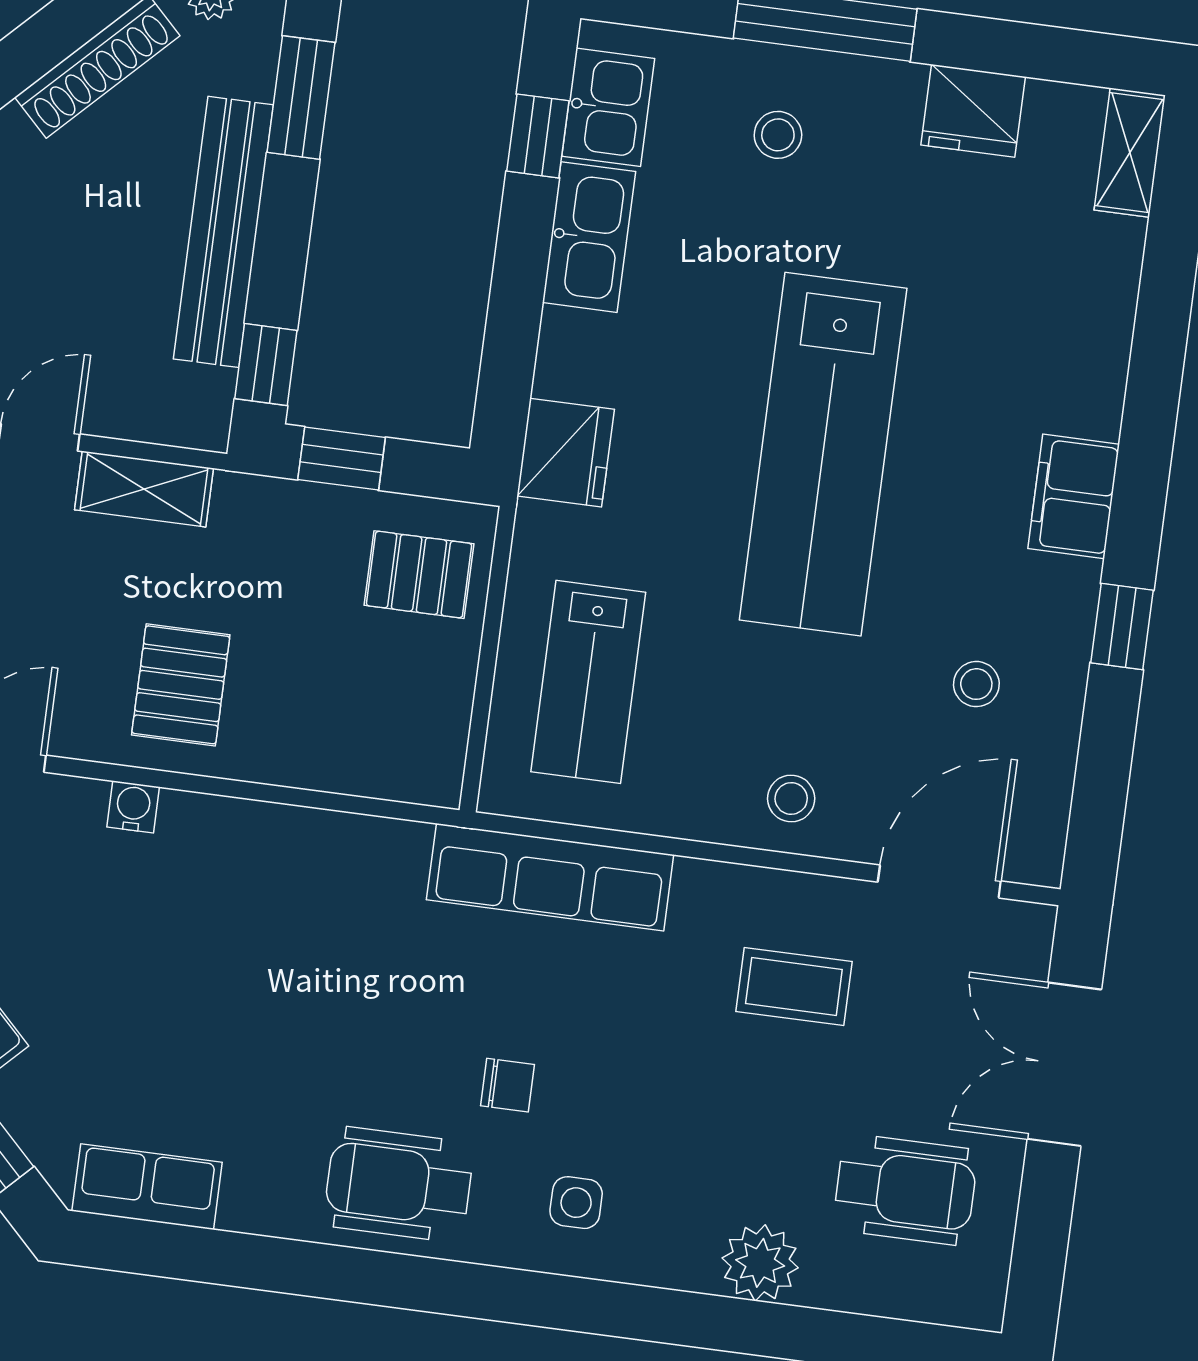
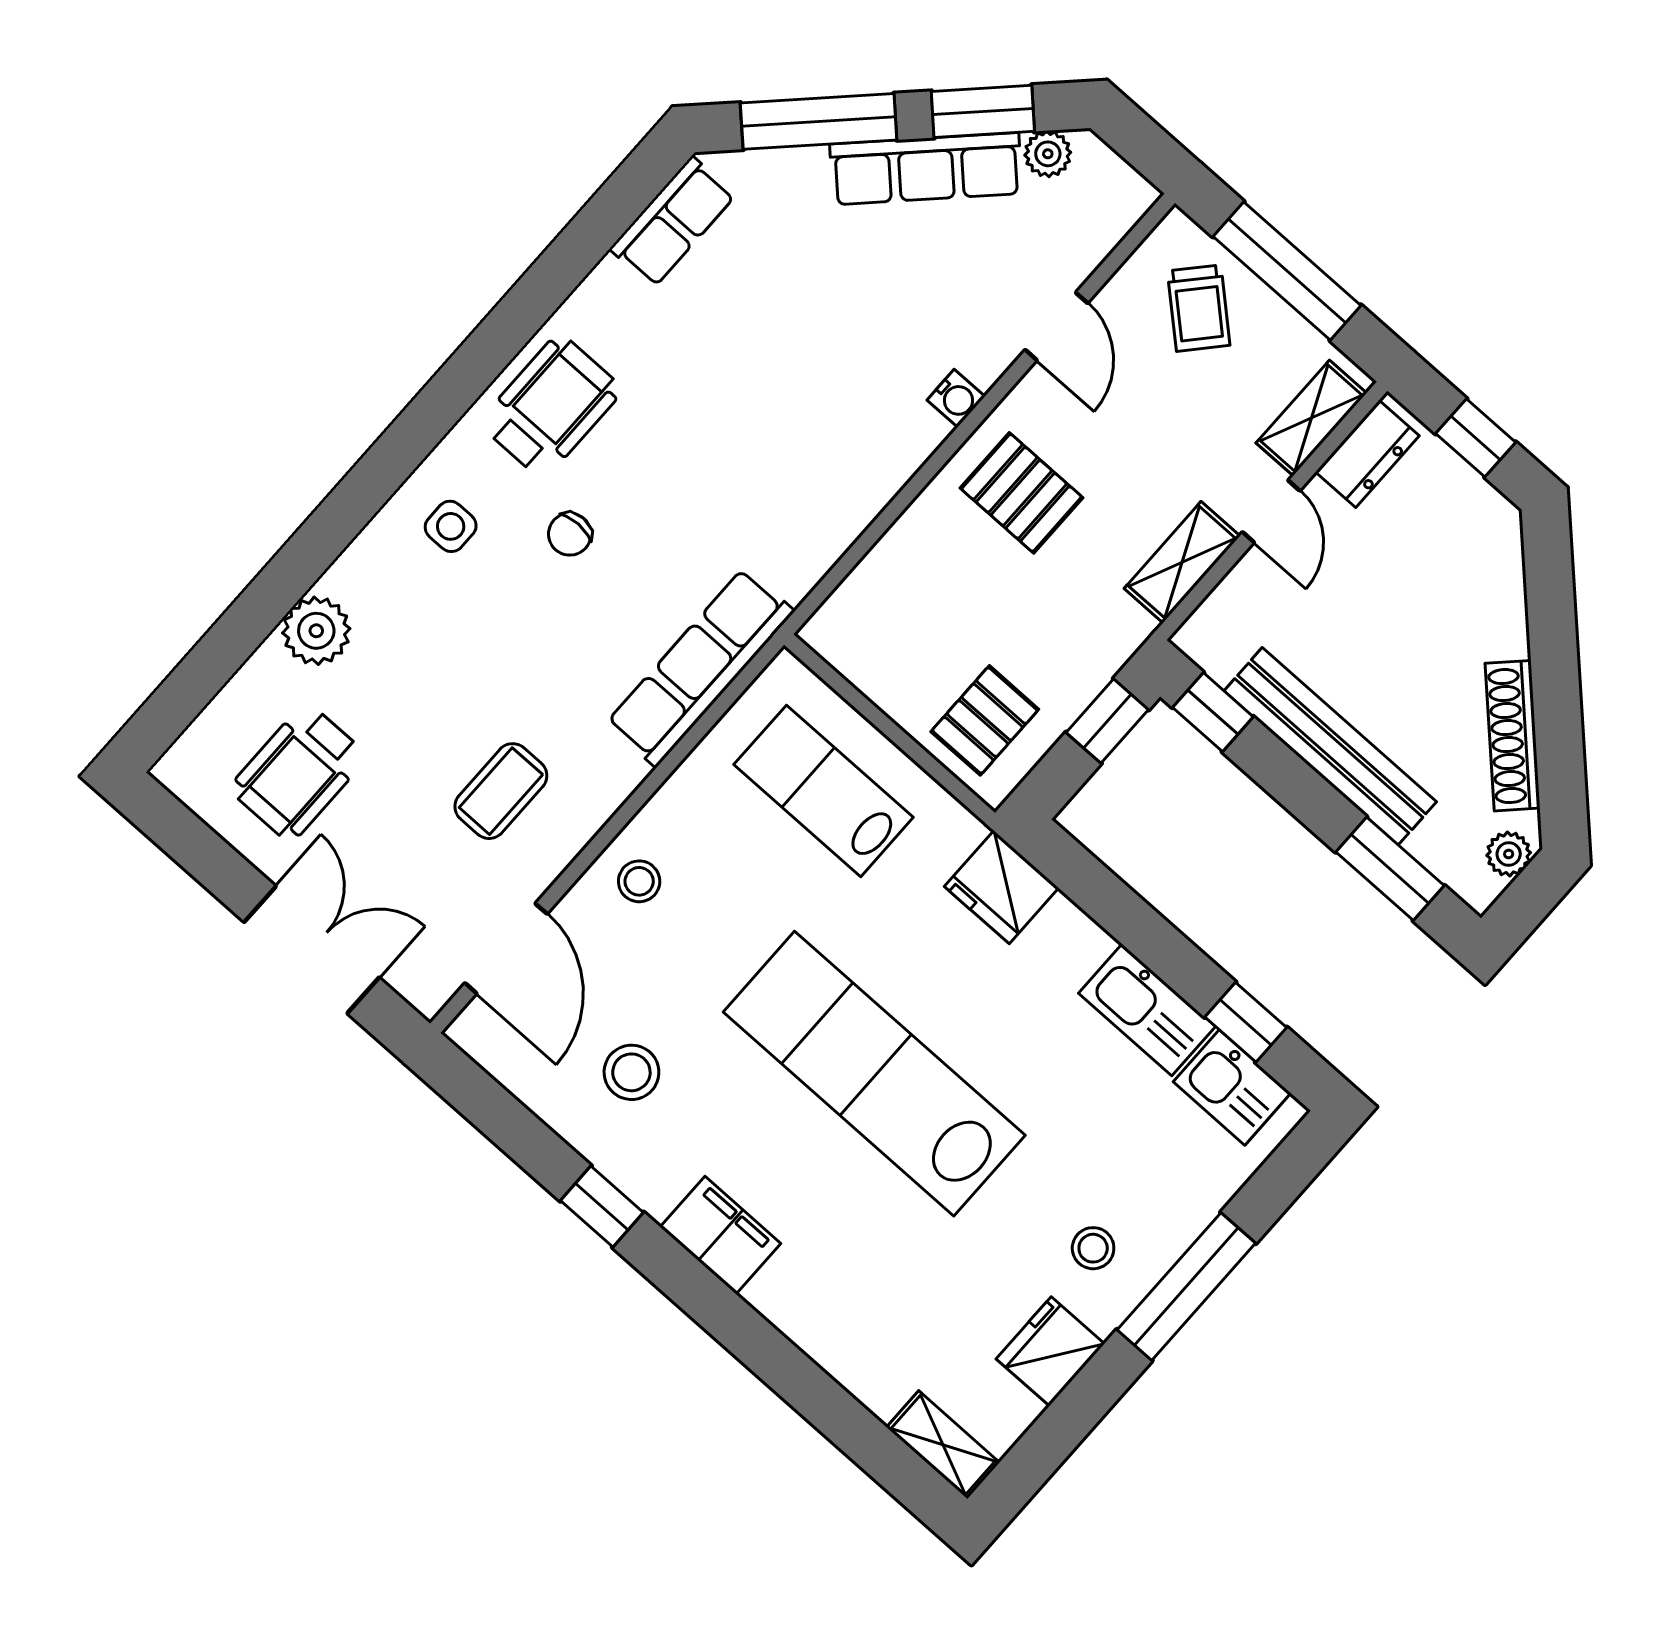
stool: (778, 135) -> (1093, 1248), moved
stool: (976, 684) -> (631, 1072), width x1.37, depth x1.37

